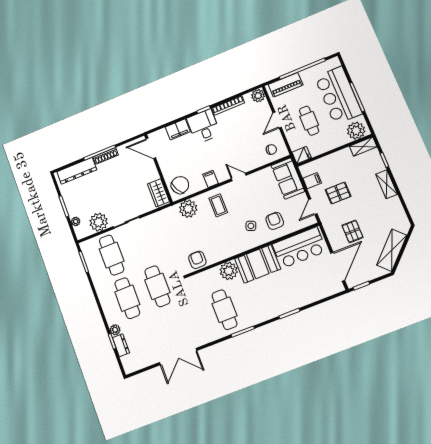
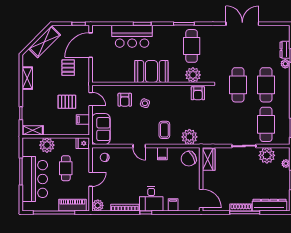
filing cabinet: (178, 129) -> (173, 205), width x0.50
plant: (356, 131) -> (47, 145), moved
shelving: (387, 184) -> (27, 78), moved
door: (313, 207) -> (91, 99), hinge flipped
bar counter: (299, 248) -> (132, 36), moved, turned 180
plant: (229, 271) -> (193, 75), moved

